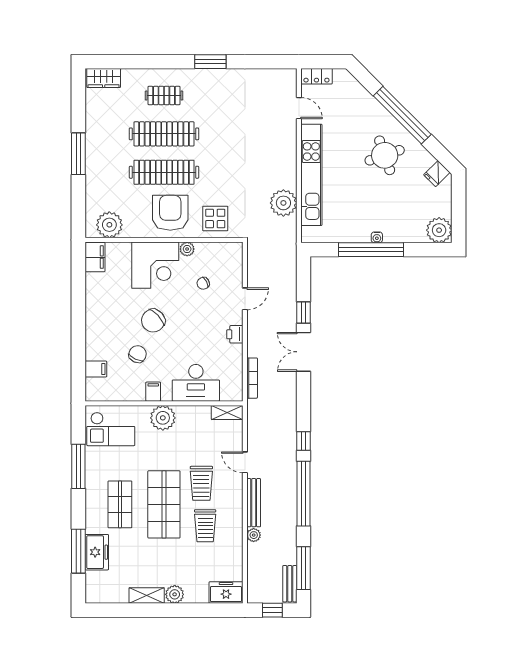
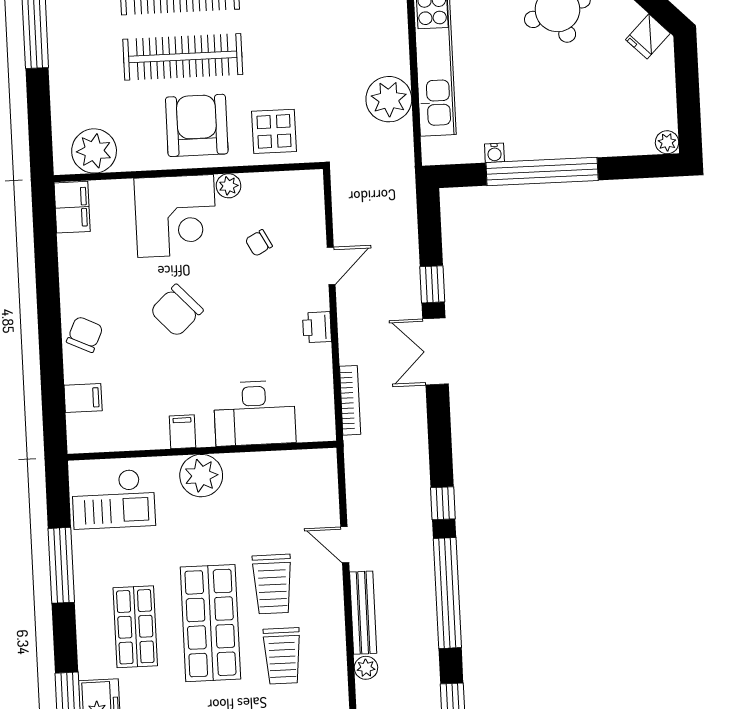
plant: (439, 230) -> (667, 142), width x0.53, depth x0.53
water cooler: (377, 237) -> (494, 153), moved
chair: (138, 354) -> (85, 334), moved
shelving: (227, 412) -> (310, 461), removed

